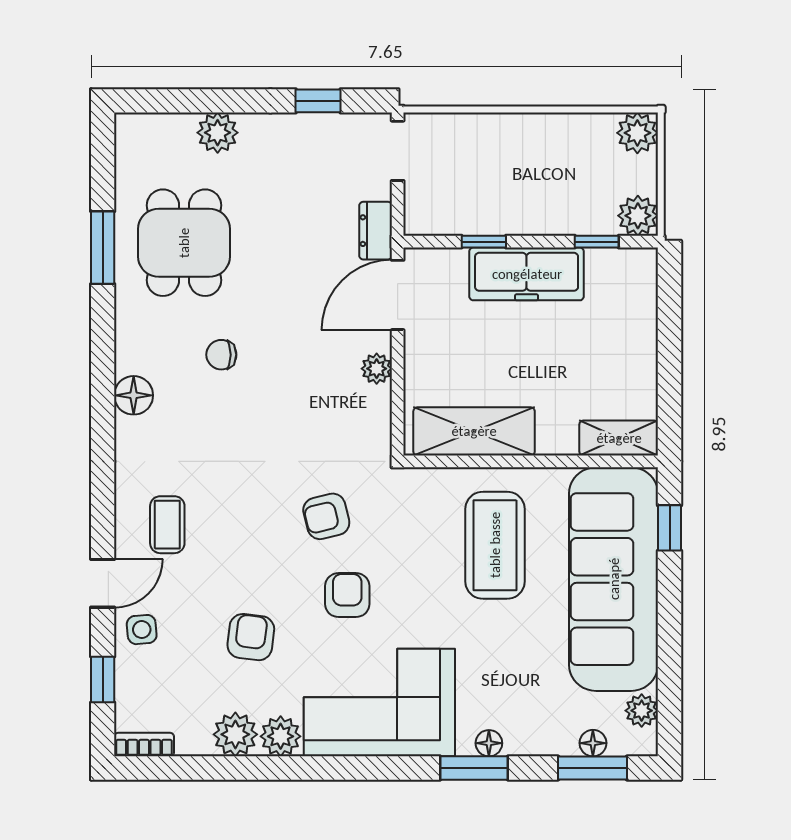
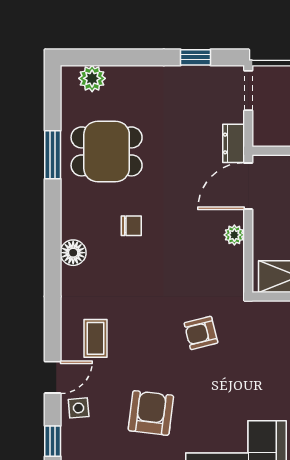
plant: (218, 133) -> (92, 78), moved
dining table: (184, 243) -> (107, 151), turned 90
chair: (221, 355) -> (131, 226), turned 180
armchair: (347, 595) -> (215, 385), removed
armchair: (251, 637) -> (151, 413), width x1.38, depth x1.38

